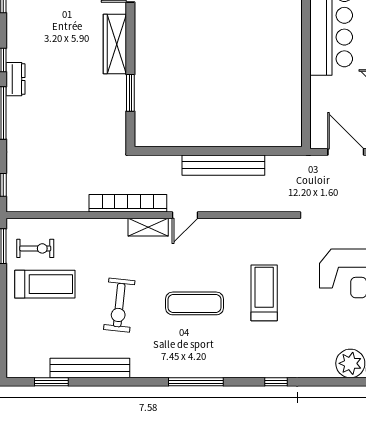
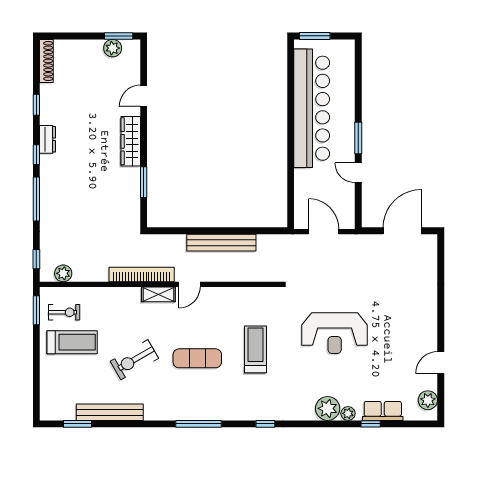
dresser: (15, 79) -> (48, 139), moved
plant: (34, 202) -> (63, 273), added
exercise bike: (119, 305) -> (134, 360), turned 54

